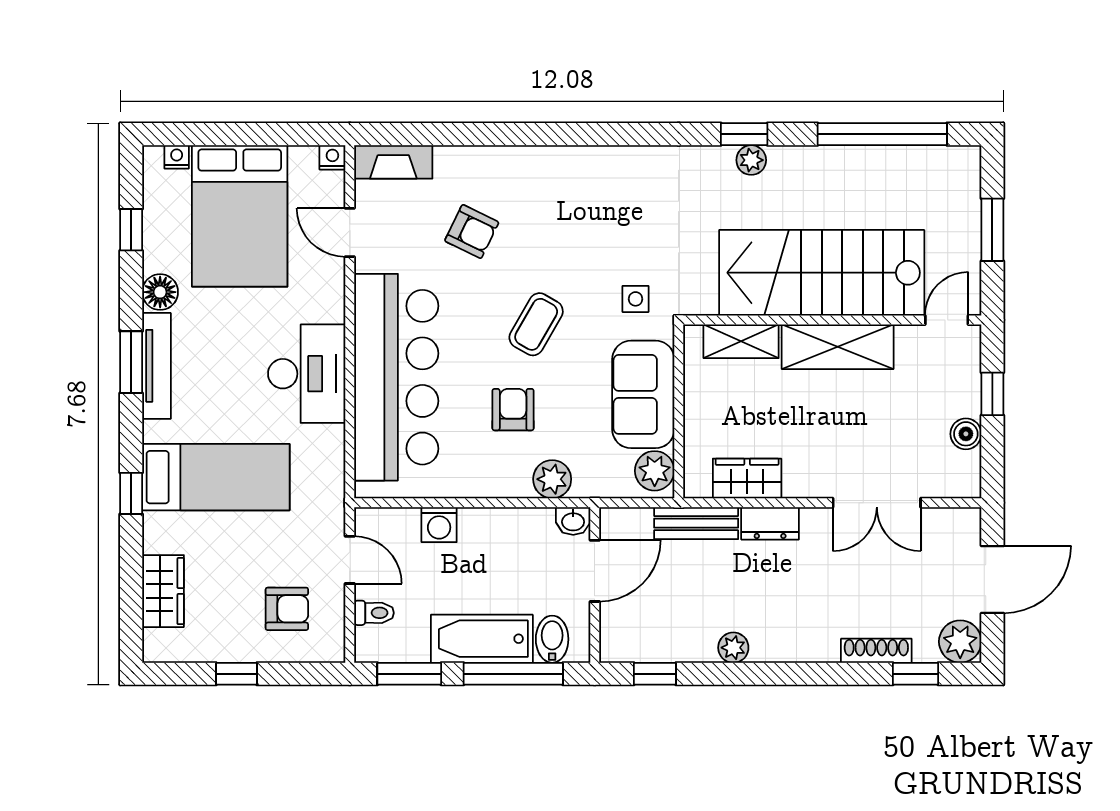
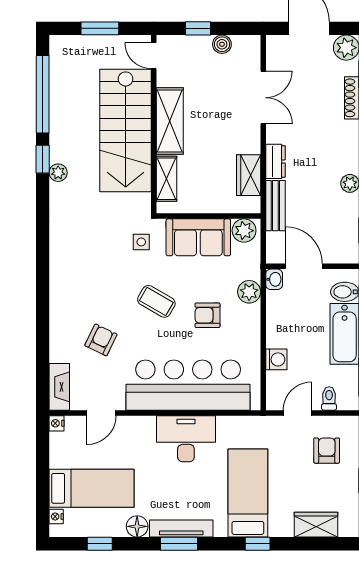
window: (744, 134) -> (43, 159), moved
bed: (240, 216) -> (92, 488), width x0.67

